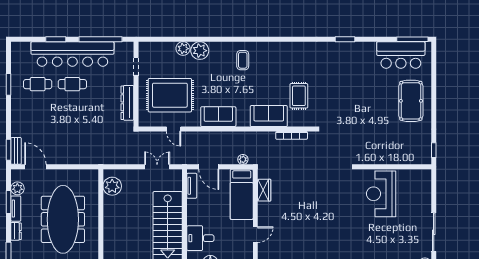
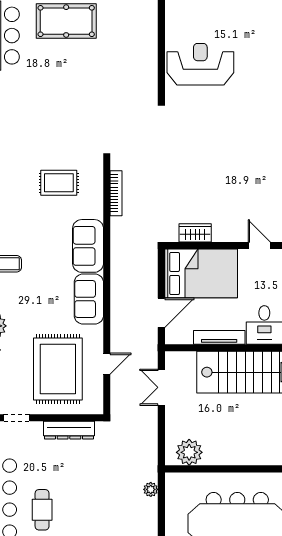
sofa: (269, 116) -> (88, 246), moved
plant: (243, 159) -> (151, 489), moved
tv unit: (192, 186) -> (219, 337), moved, width x1.41
bed: (242, 194) -> (201, 273), width x1.50
reception desk: (381, 194) -> (200, 64), turned 180

